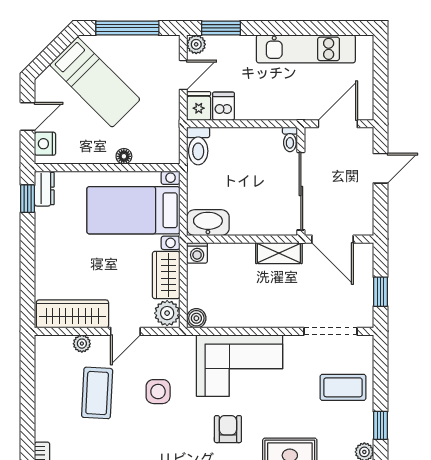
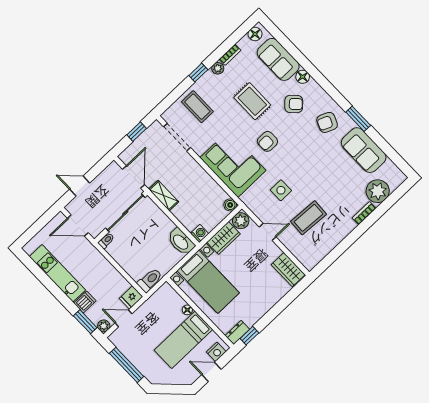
bed: (95, 82) -> (183, 340), moved, turned -135
dishwasher: (223, 106) -> (85, 302), moved, turned 180
wardrobe: (72, 314) -> (288, 270), width x0.67
plant: (82, 344) -> (292, 247), removed

